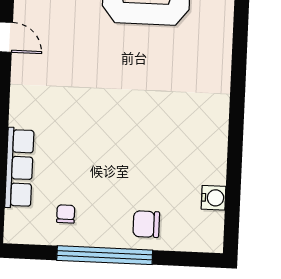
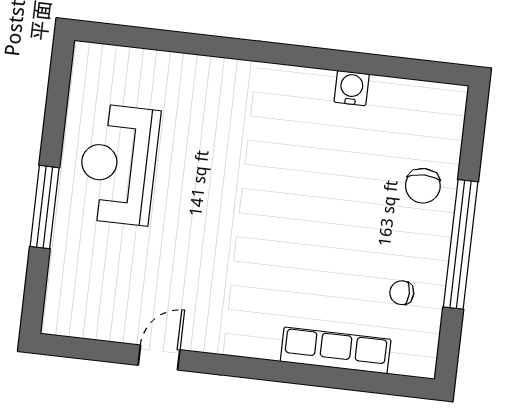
water cooler: (214, 198) -> (352, 88), moved

